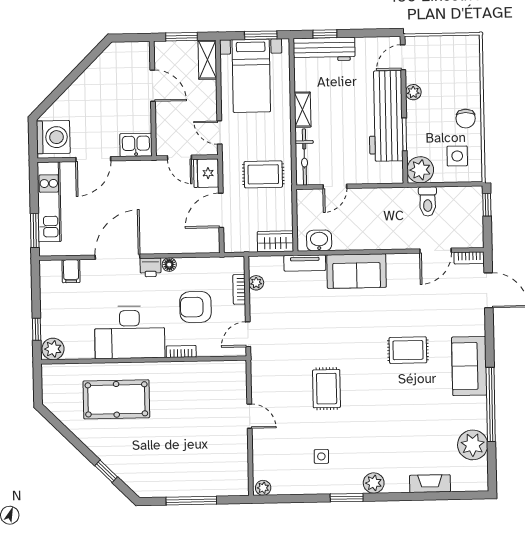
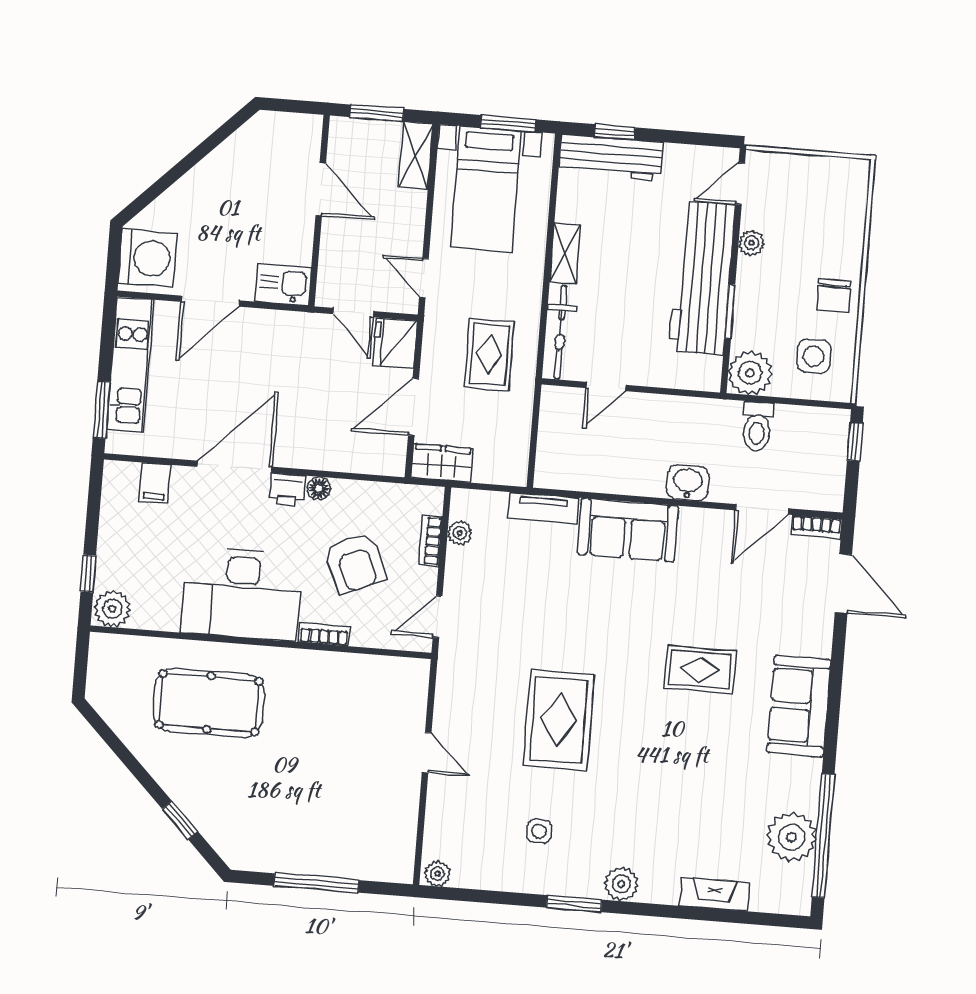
rug: (263, 174) -> (489, 354), turned 90
wardrobe: (275, 241) -> (442, 463), moved
washbasin: (319, 241) -> (688, 483), moved
armchair: (195, 307) -> (355, 563), turned -113
rug: (327, 389) -> (559, 720), width x1.36, depth x1.43
window: (491, 404) -> (823, 836), moved

